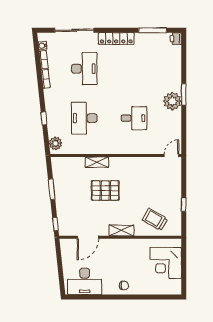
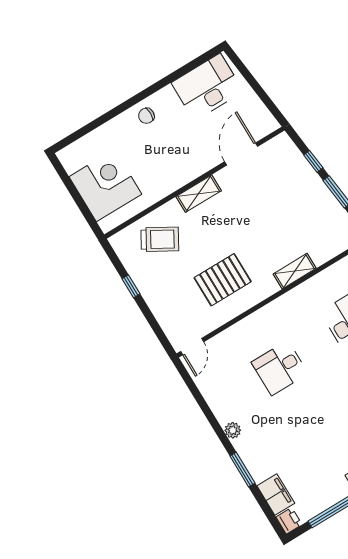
filing cabinet: (175, 56) -> (276, 495), added
window: (184, 95) -> (242, 470), moved
plant: (172, 101) -> (233, 430), width x0.53, depth x0.53
pallet: (105, 190) -> (223, 280), moved
window: (55, 224) -> (313, 161), moved

